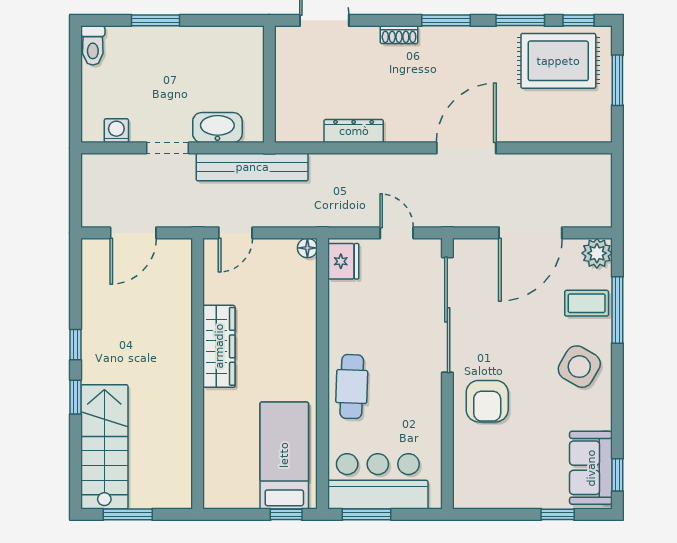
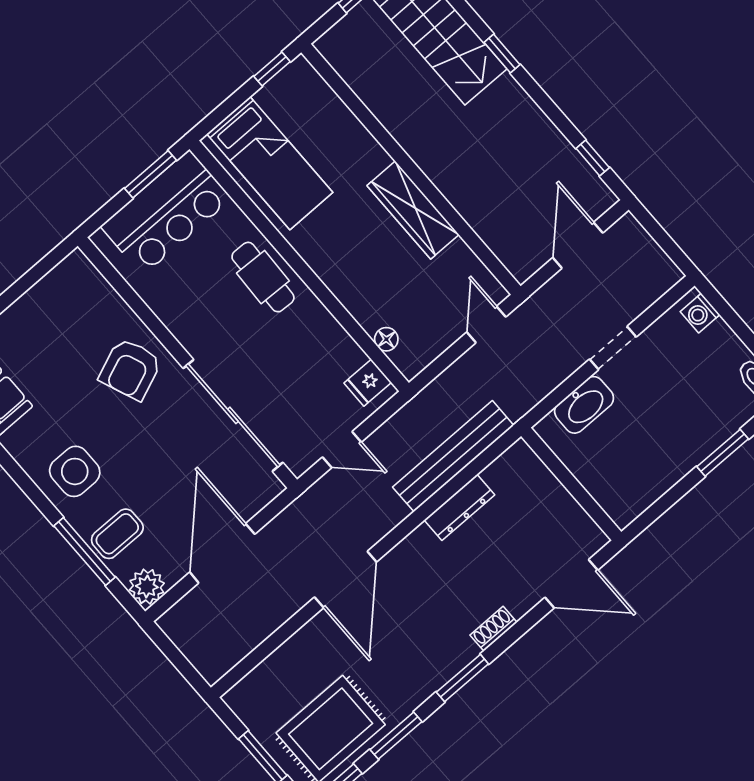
washing machine: (116, 131) -> (700, 313), moved, turned 90
bench: (252, 167) -> (453, 456), moved
floor lamp: (307, 248) -> (386, 339), moved
fridge: (343, 261) -> (368, 383), width x0.72
window: (75, 345) -> (593, 158), moved
side table: (579, 367) -> (75, 471), turned -30
armchair: (487, 401) -> (130, 369), turned -112
window: (286, 514) -> (272, 69), moved

